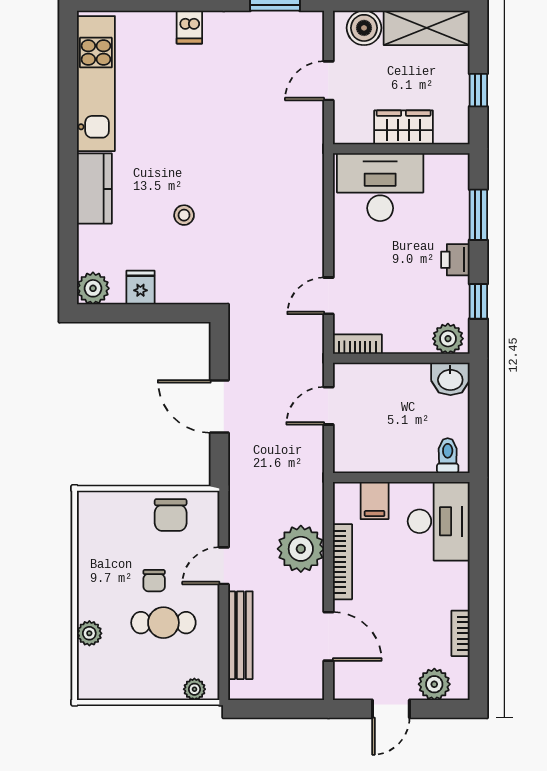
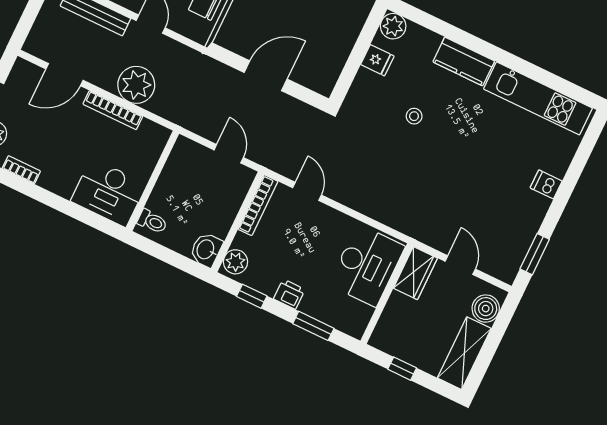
wardrobe: (404, 127) -> (415, 273), moved
bookcase: (357, 344) -> (258, 205), width x1.56
filing cabinet: (375, 501) -> (145, 154), removed

